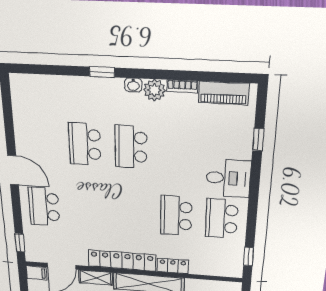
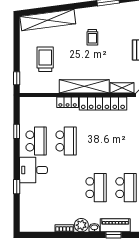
piano: (224, 93) -> (115, 225), moved
window: (258, 140) -> (17, 187), moved
window: (249, 257) -> (17, 131), moved

